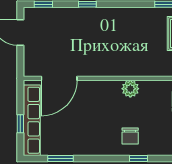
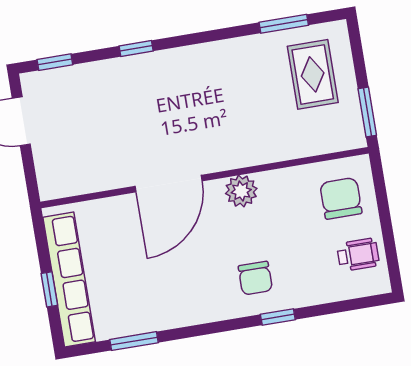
door: (59, 78) -> (169, 184), moved

